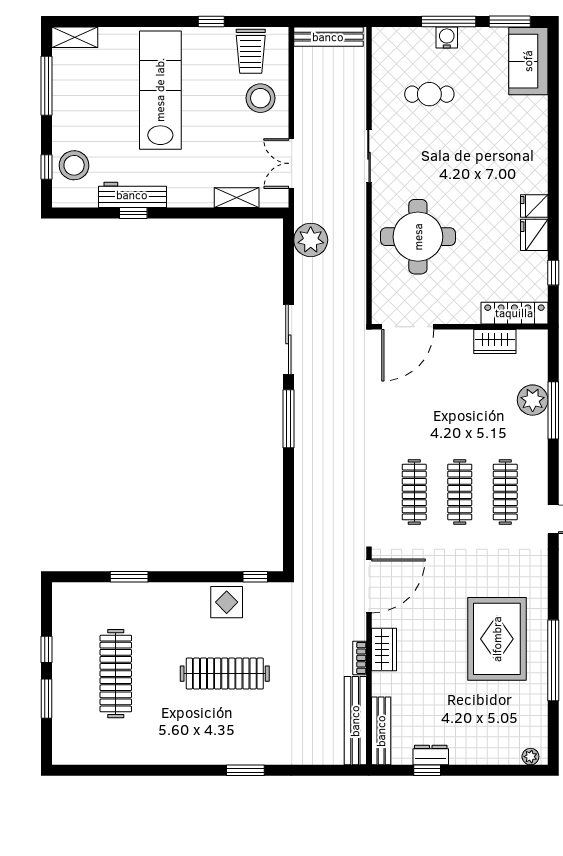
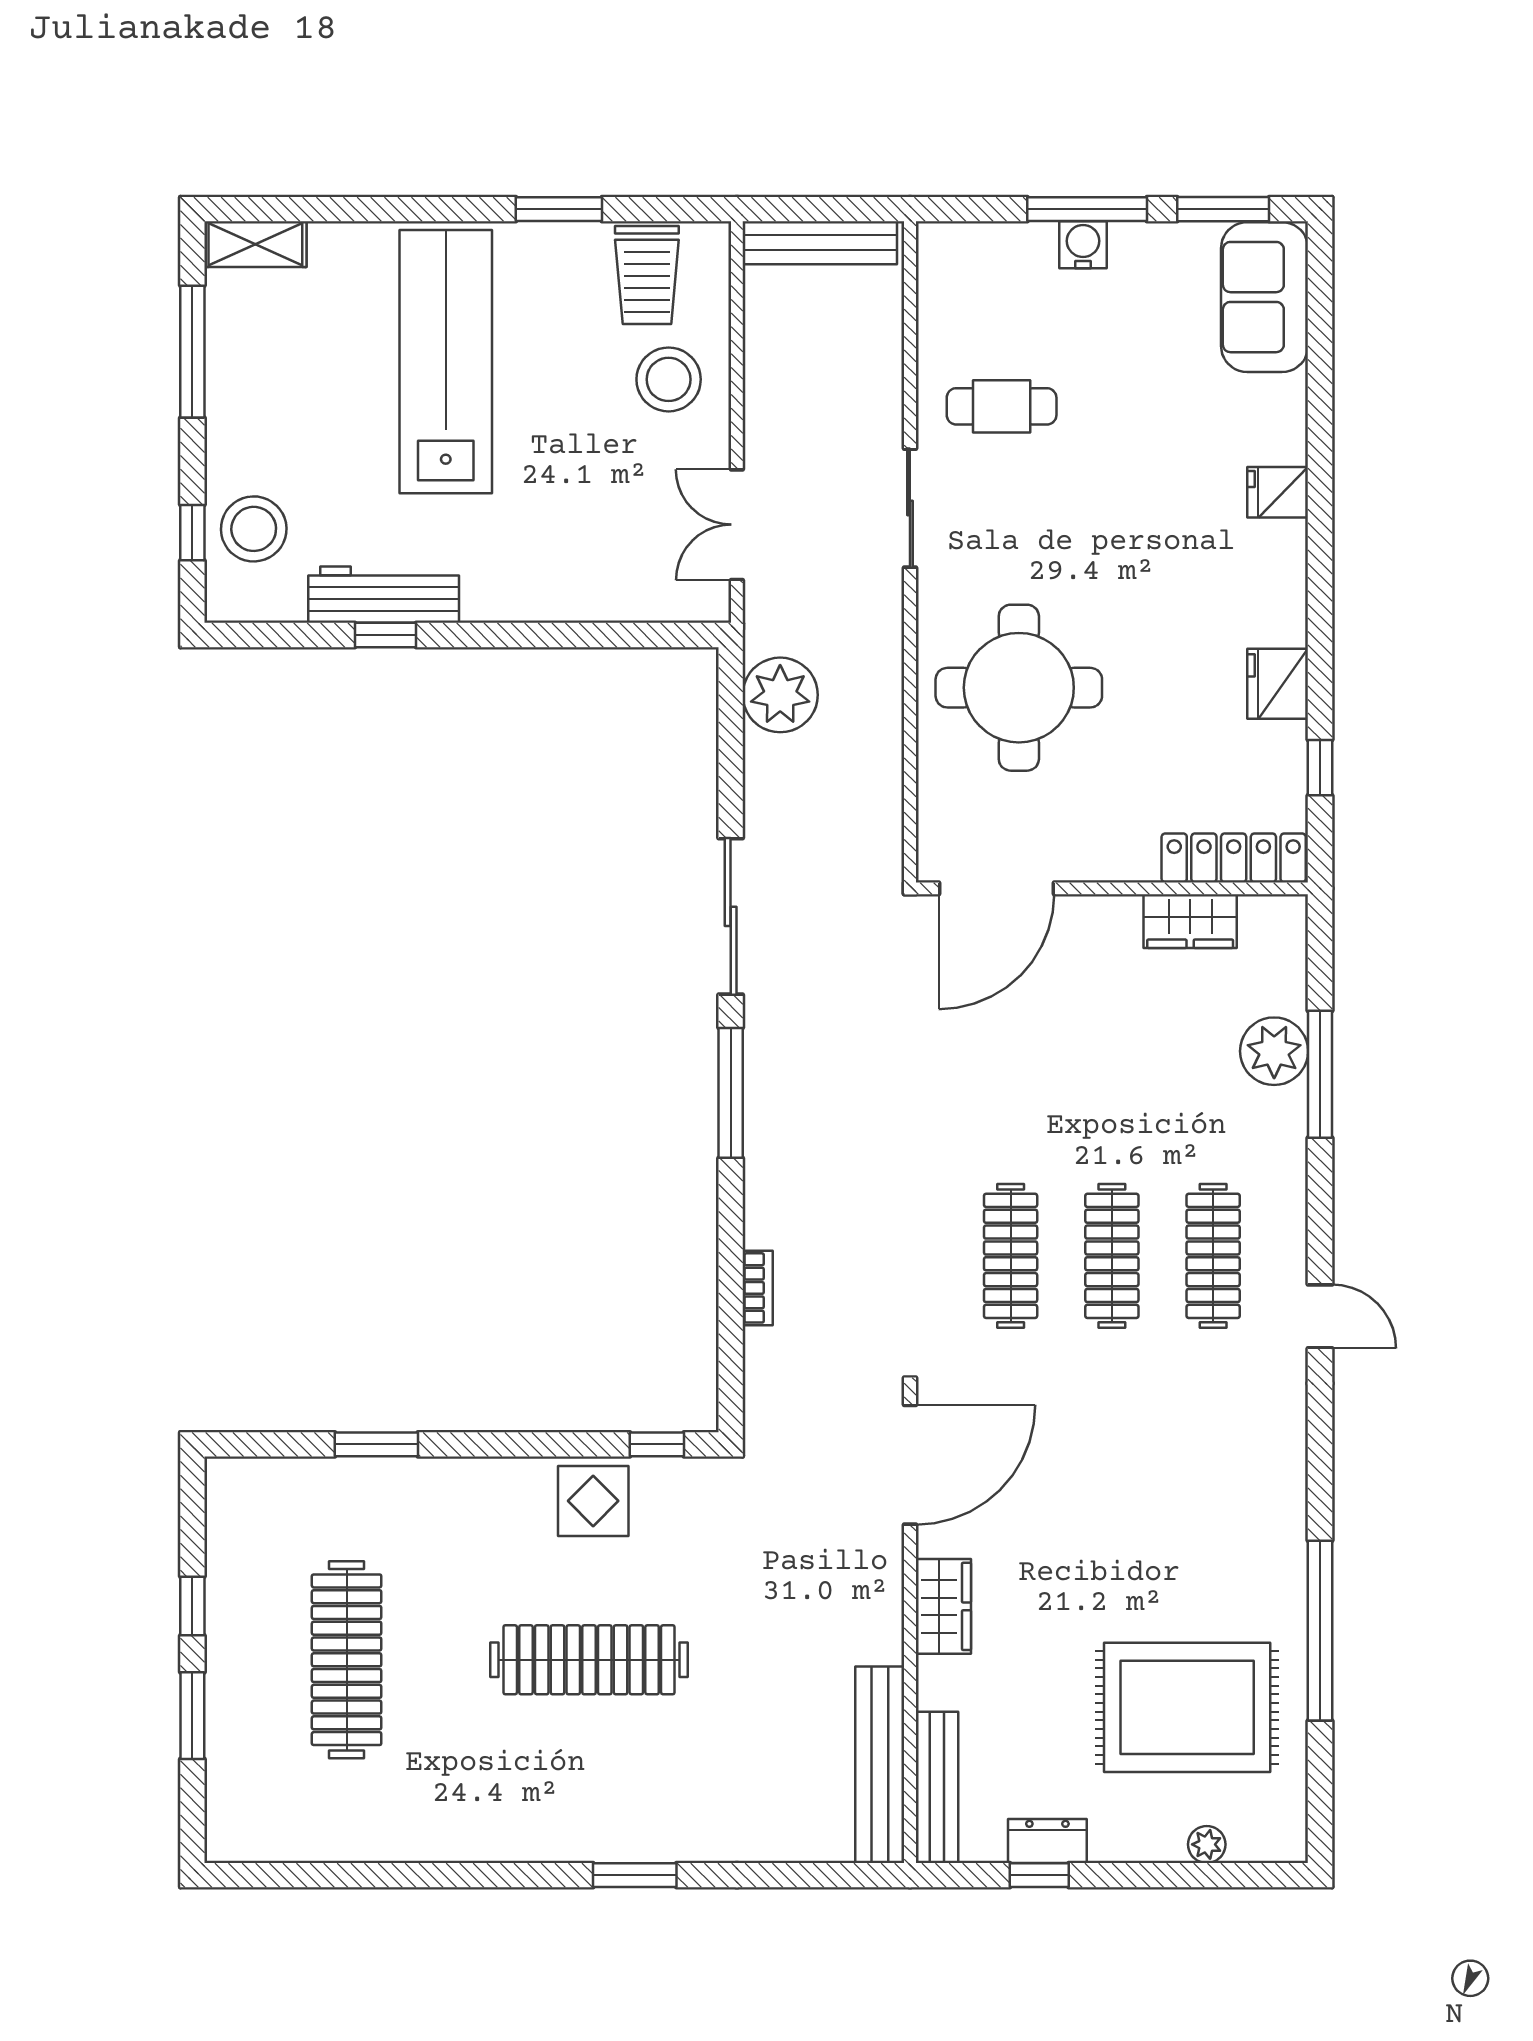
window: (211, 22) -> (559, 209), width x1.50
cafe table: (429, 94) -> (1002, 406), moved
shelving: (237, 198) -> (615, 601), removed
fridge: (534, 206) -> (1278, 492), moved
rug: (497, 639) -> (1187, 1707), moved, turned 90
bookcase: (360, 658) -> (758, 1288), moved, turned 180
plant: (530, 757) -> (1207, 1844), moved

